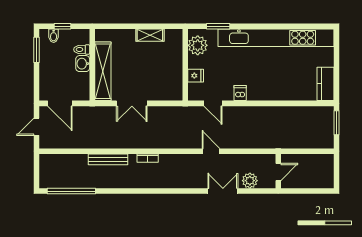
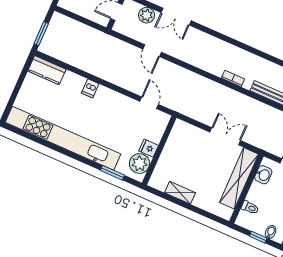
washbasin: (83, 64) -> (263, 175), moved
fridge: (196, 76) -> (149, 148), moved
kitchen counter: (326, 84) -> (47, 70), moved, turned 90
dishwasher: (240, 93) -> (90, 88), moved
door: (211, 151) -> (152, 51), moved

